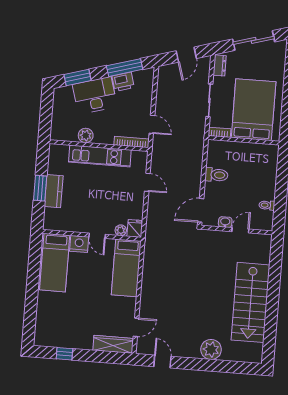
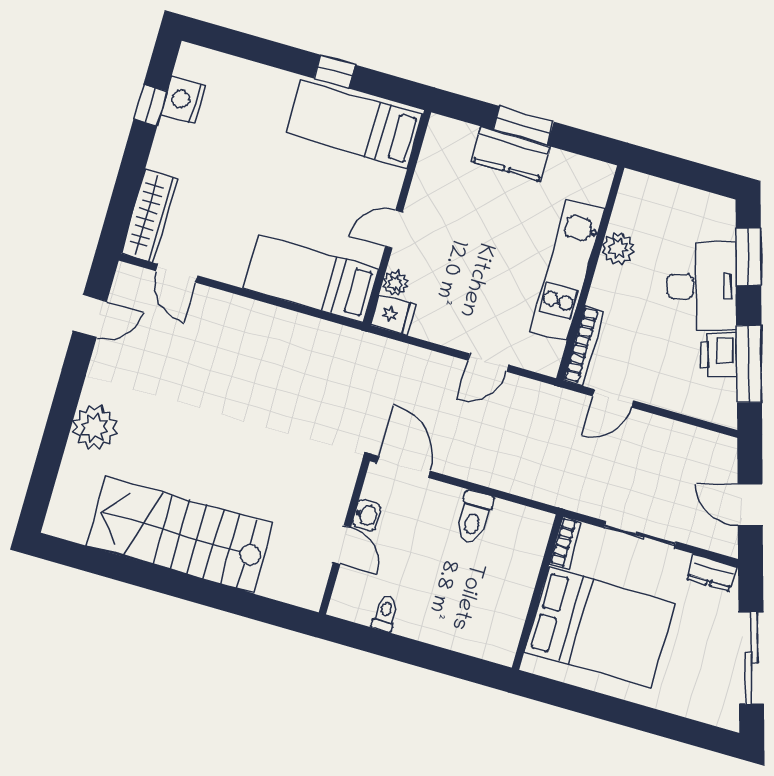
nightstand: (79, 244) -> (183, 100), moved, turned 180
window: (33, 276) -> (335, 72), added

